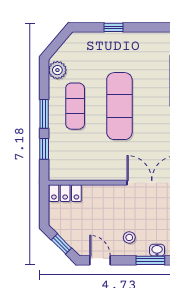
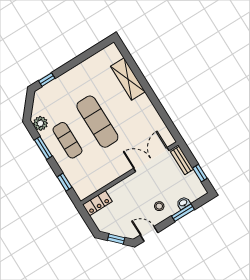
window: (113, 27) -> (47, 80), moved
window: (44, 114) -> (43, 148), moved

